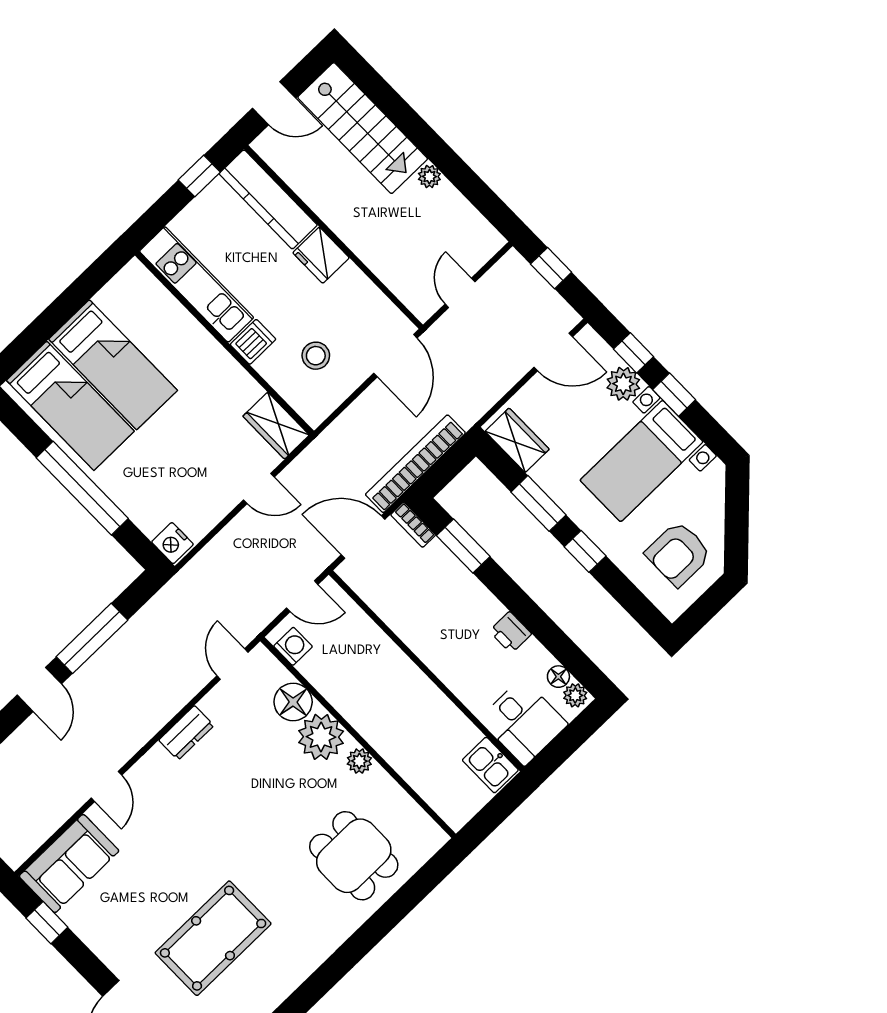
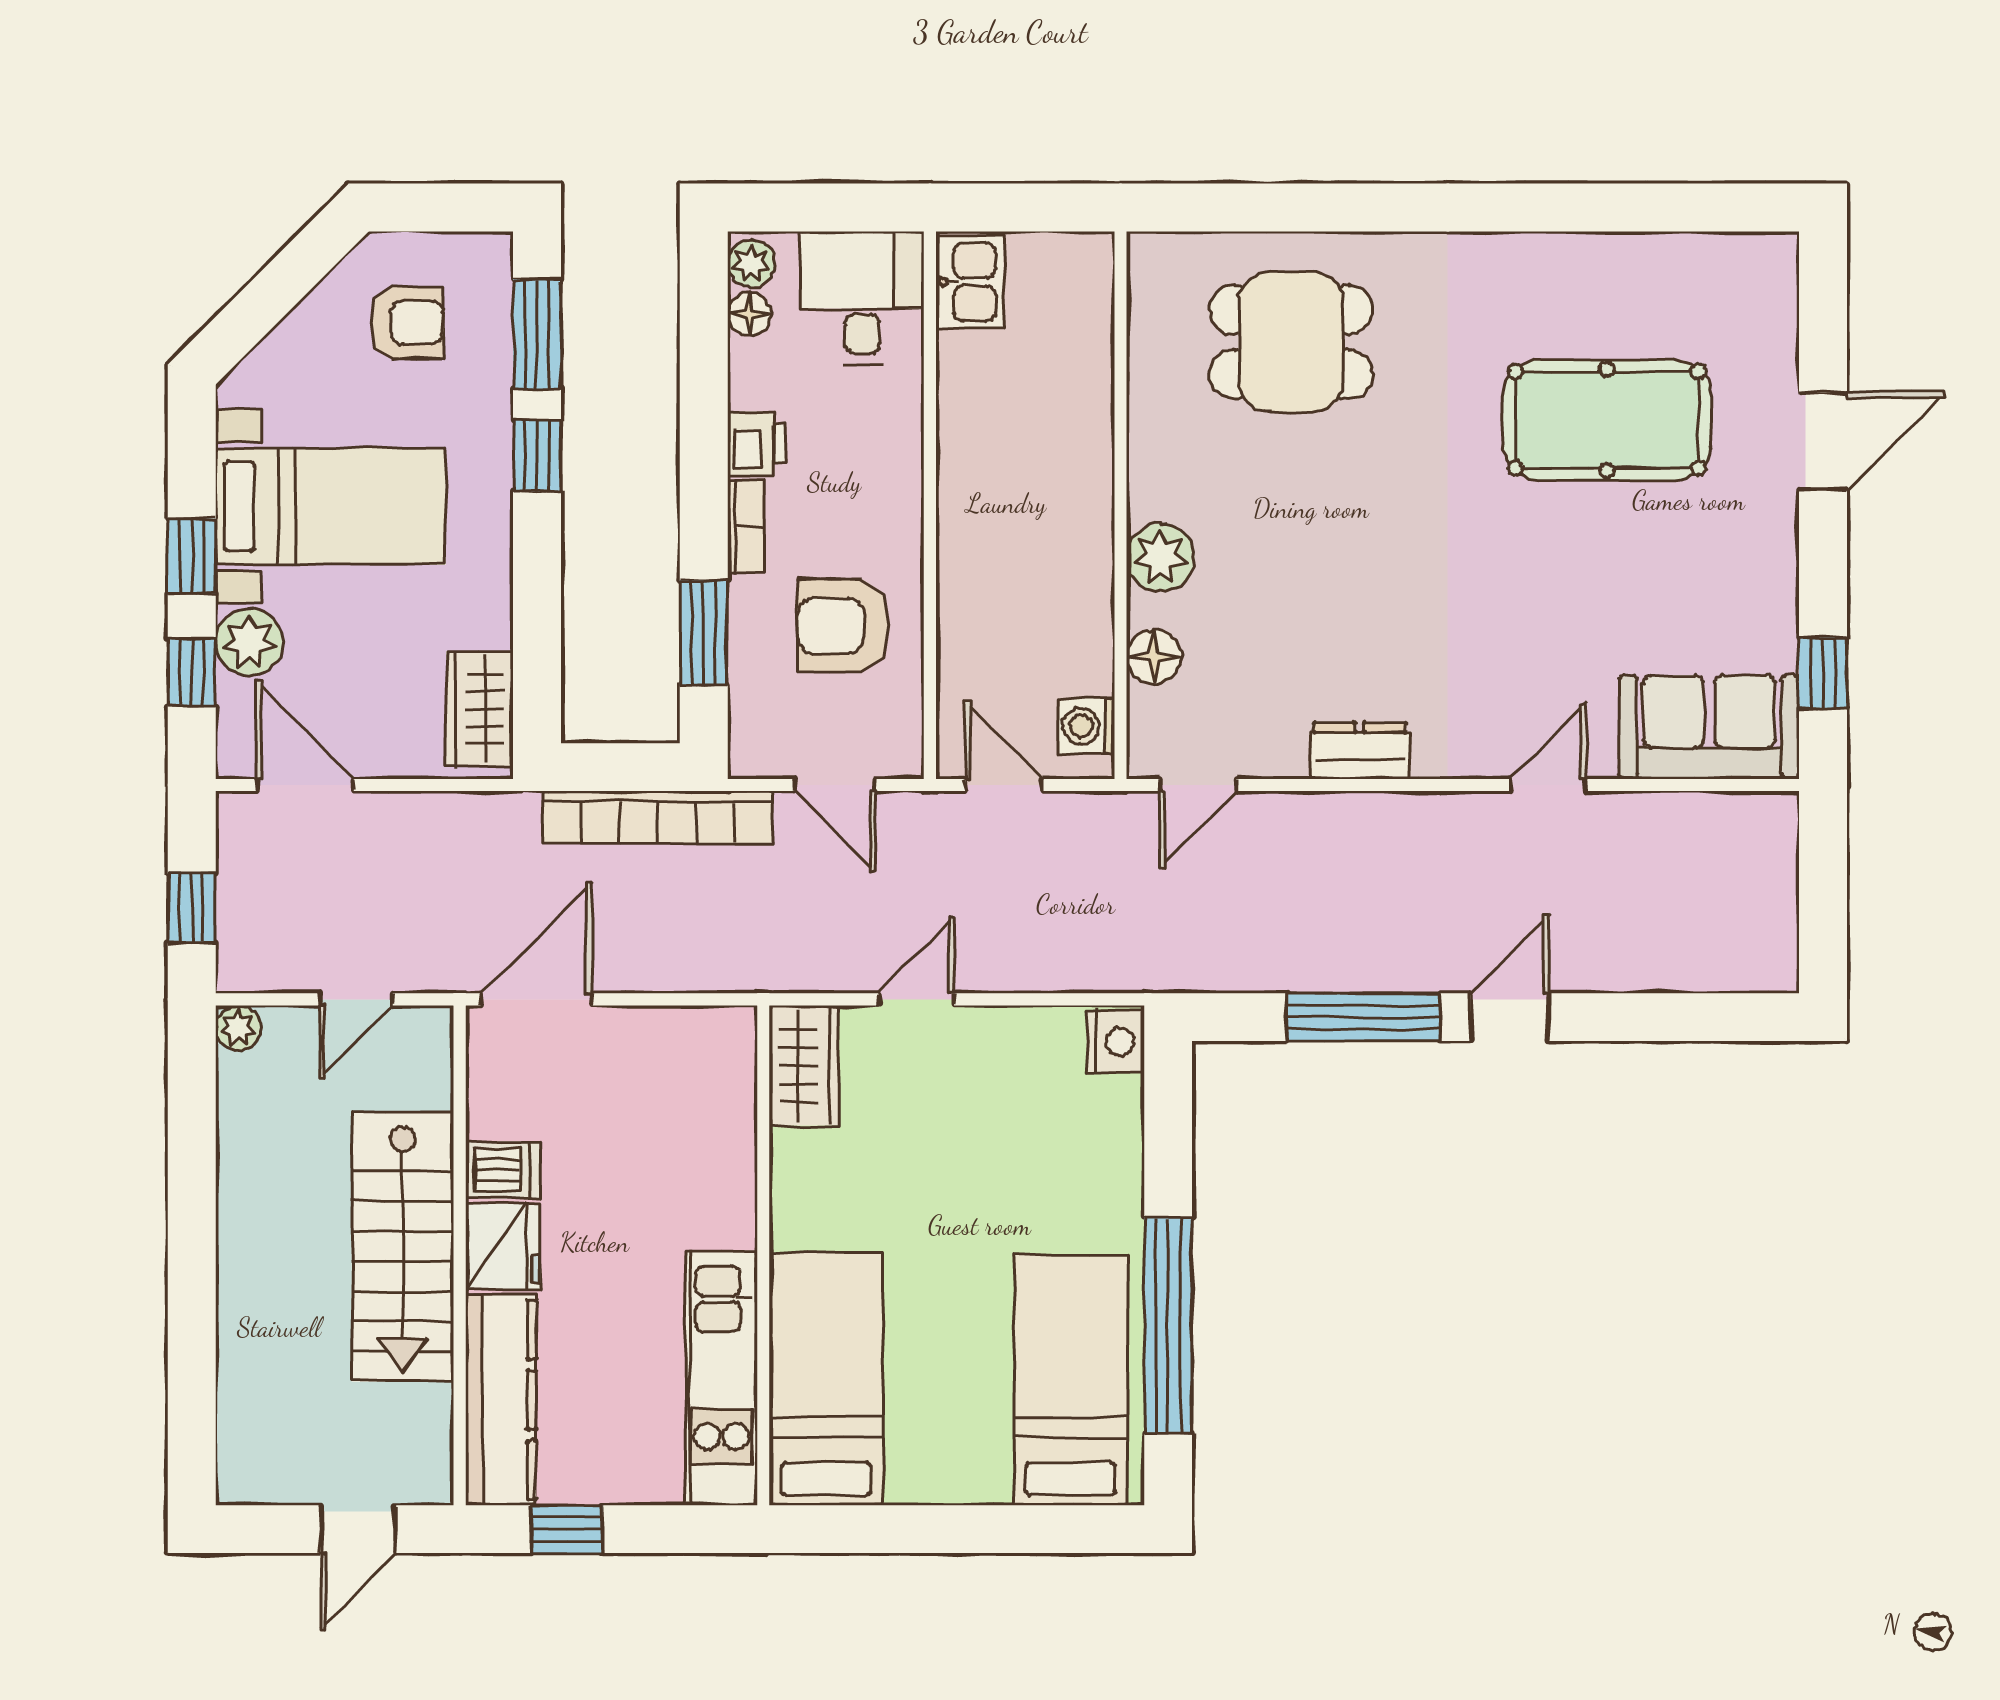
door: (274, 103) -> (358, 1529), swing flipped
stairs: (363, 128) -> (403, 1247), moved, turned 180
plant: (429, 177) -> (238, 1028), moved
dishwasher: (253, 342) -> (502, 1170), moved, turned 180
stool: (316, 356) -> (650, 1110), removed
bed: (113, 365) -> (826, 1379), moved
window: (82, 488) -> (1168, 1325), moved
door: (259, 489) -> (916, 999), hinge flipped
window: (538, 503) -> (537, 334), moved
bookcase: (413, 525) -> (746, 526), moved
door: (363, 537) -> (835, 785), width x0.73
armchair: (678, 554) -> (407, 323), width x0.72, depth x0.72
armchair: (416, 597) -> (844, 626), added
floor lamp: (293, 702) -> (1154, 657), width x0.73, depth x0.73
plant: (321, 737) -> (1160, 558), width x0.73, depth x0.73
plant: (359, 761) -> (1151, 470), removed
dining table: (354, 856) -> (1291, 342), turned 90

